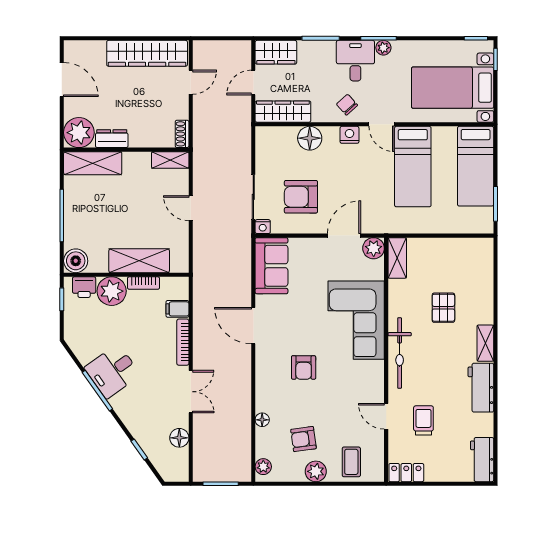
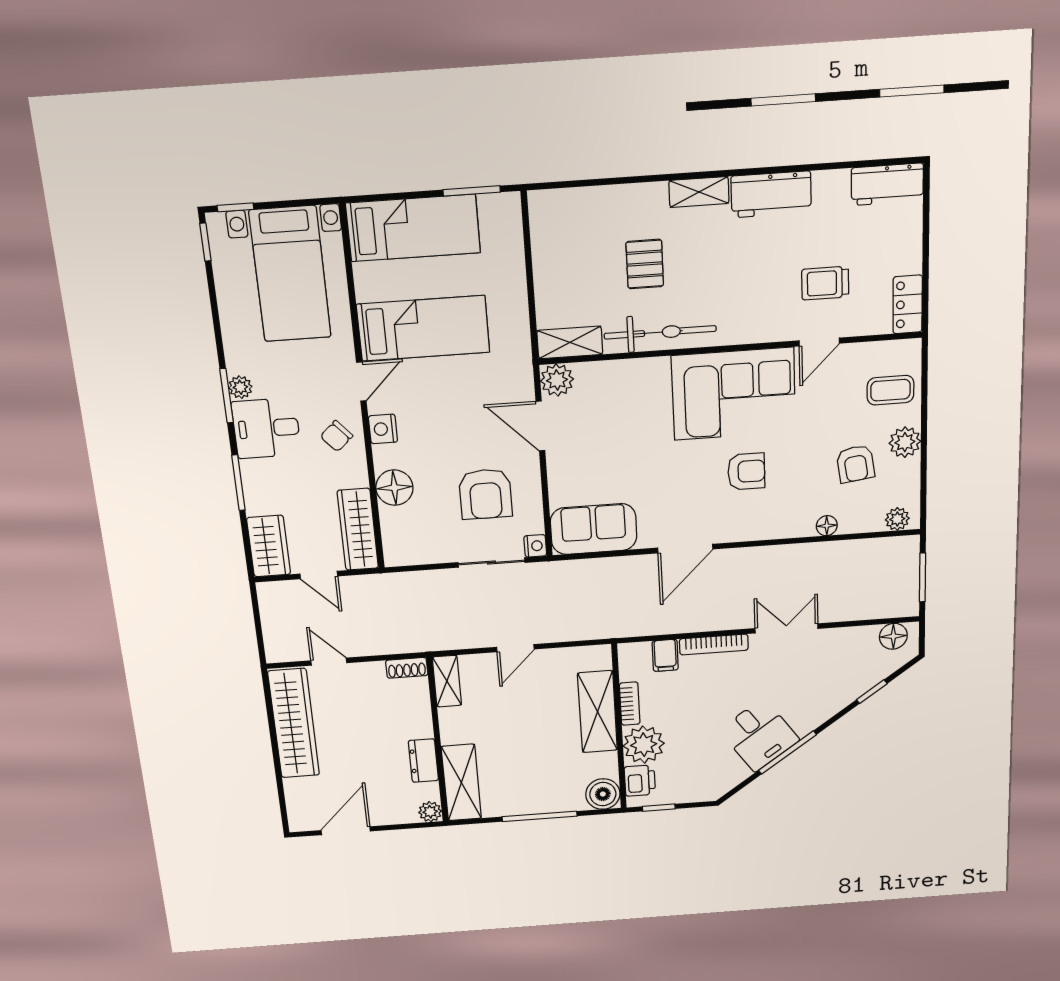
plant: (79, 133) -> (430, 812), width x0.53, depth x0.53
pallet: (443, 308) -> (645, 264), turned 90
corner sofa: (356, 320) -> (734, 394), moved
bicycle: (400, 353) -> (660, 332), moved
floor lamp: (179, 438) -> (893, 636), moved

